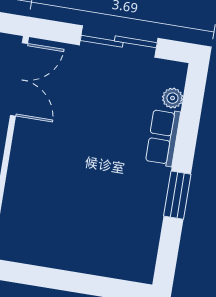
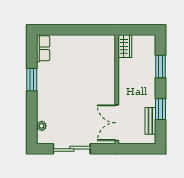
row of seats: (163, 137) -> (43, 48), moved

